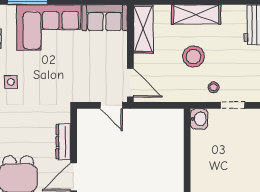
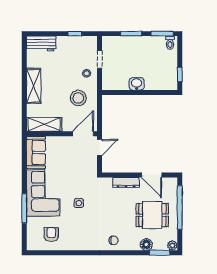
stool: (193, 57) -> (78, 98), moved
side table: (11, 82) -> (79, 203), moved
washbasin: (199, 119) -> (137, 84), moved

